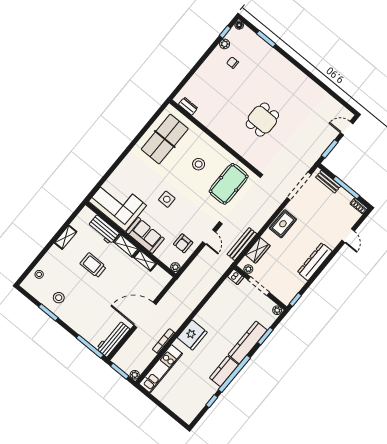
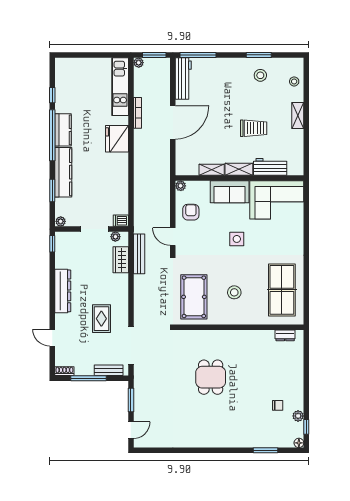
rug: (283, 224) -> (101, 319), moved
shelving: (66, 237) -> (298, 116), moved

